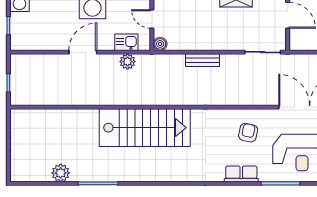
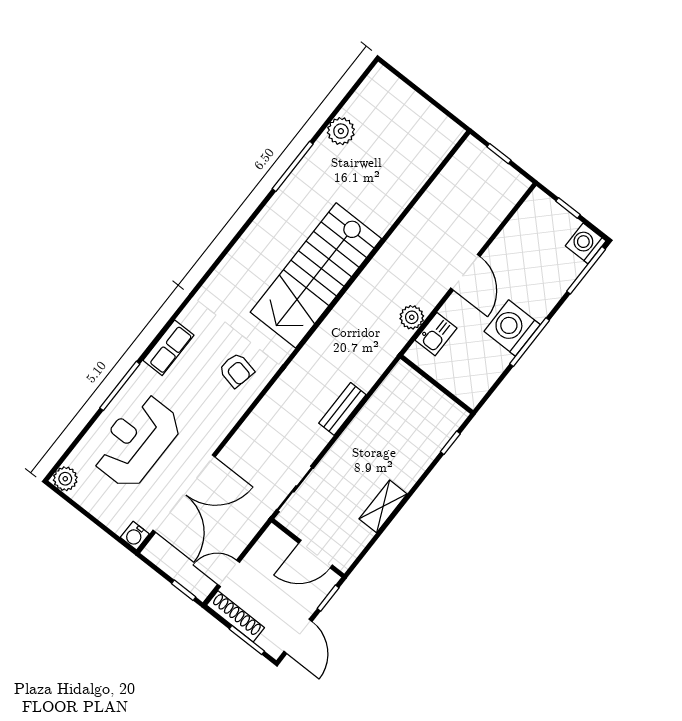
door: (152, 19) -> (440, 387), removed
boiler: (160, 44) -> (402, 373), removed
armchair: (248, 133) -> (236, 370), moved

